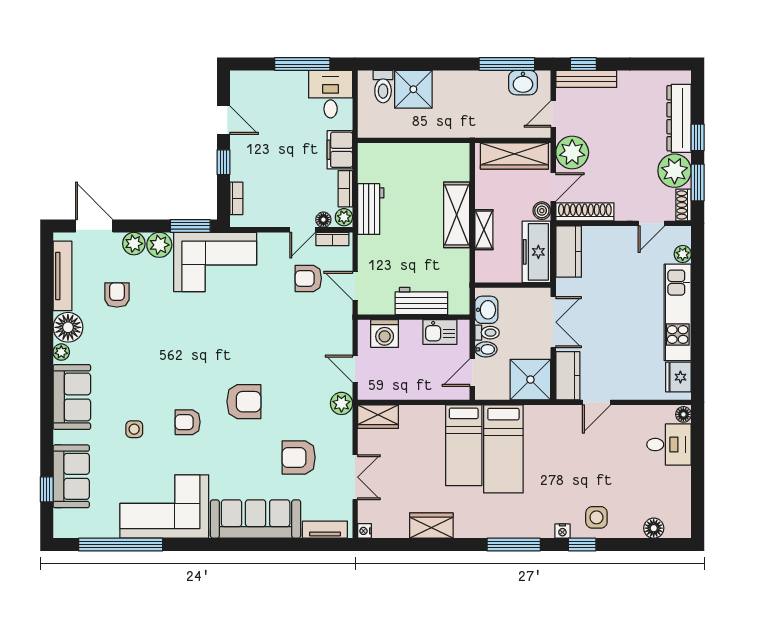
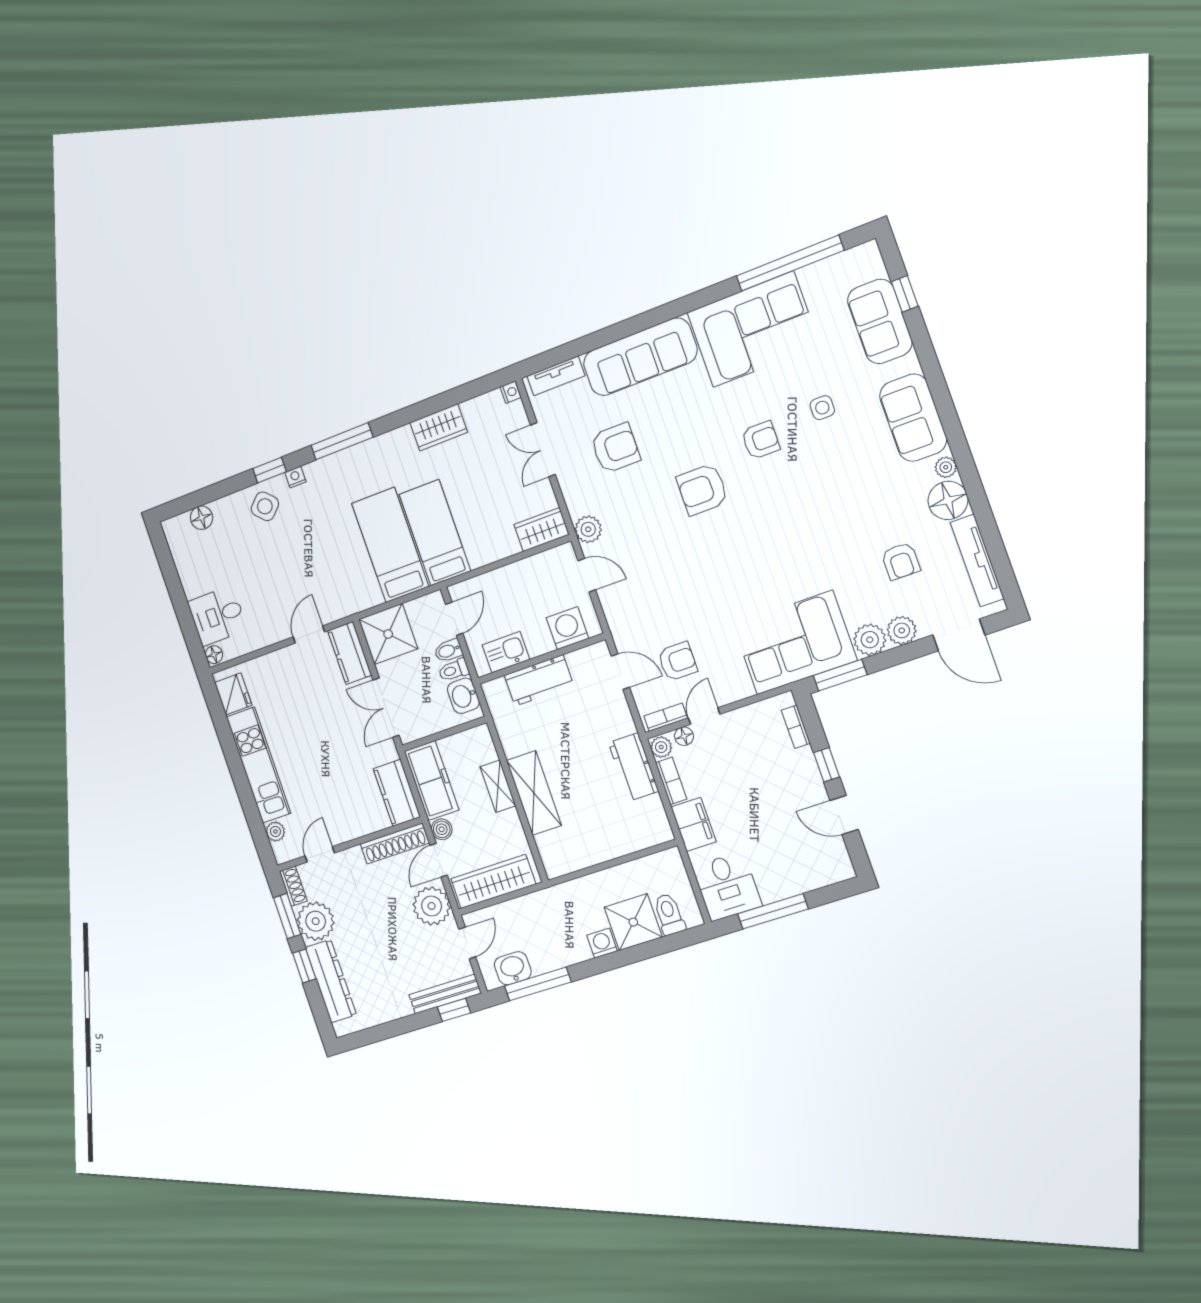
washing machine: (444, 80) -> (602, 943), added
side table: (596, 517) -> (265, 506), turned 45

